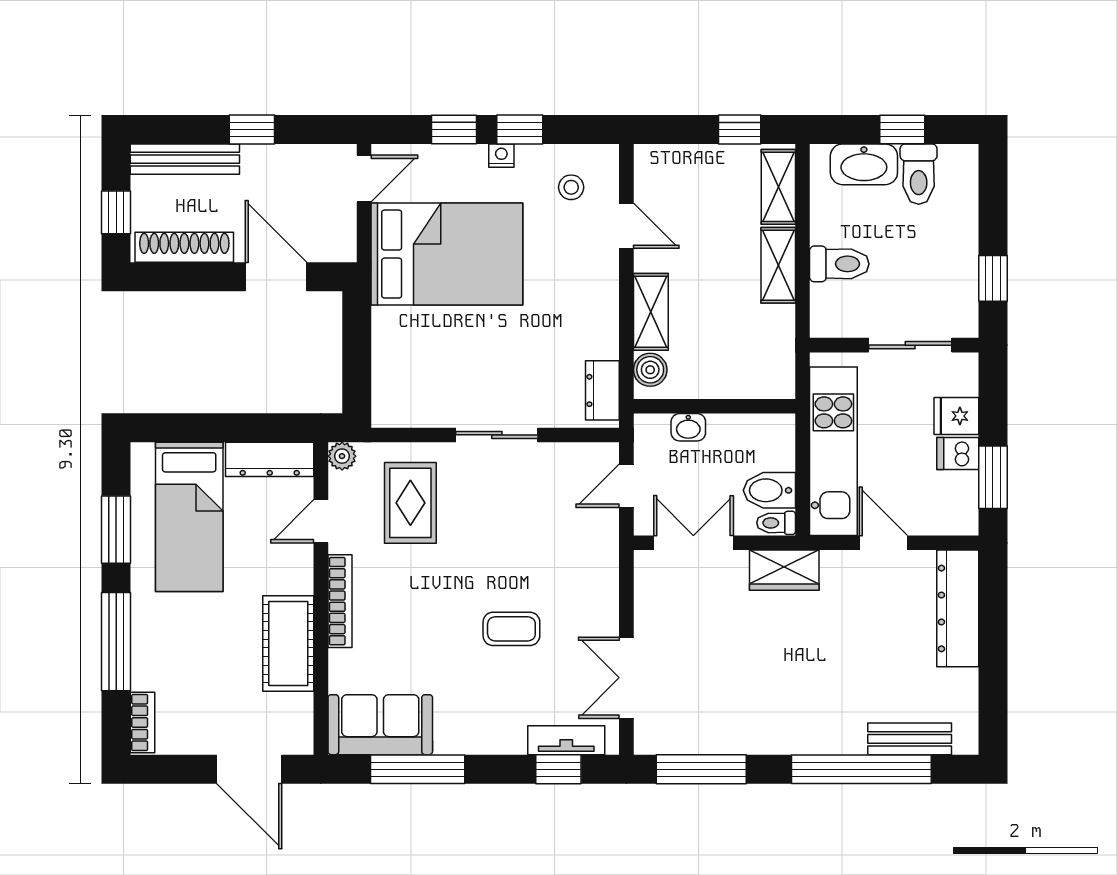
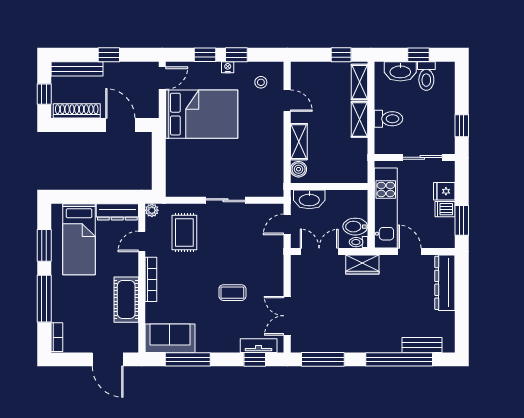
dresser: (602, 390) -> (276, 179), removed
washbasin: (688, 427) -> (309, 199), width x1.91, depth x1.45

